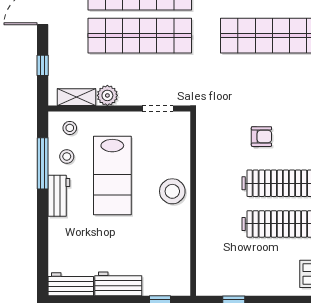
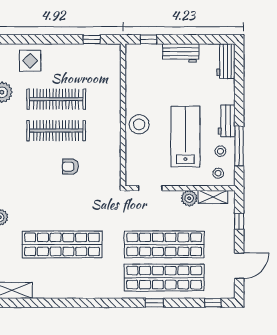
workbench: (71, 284) -> (226, 61), moved, turned 90

